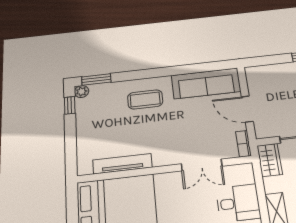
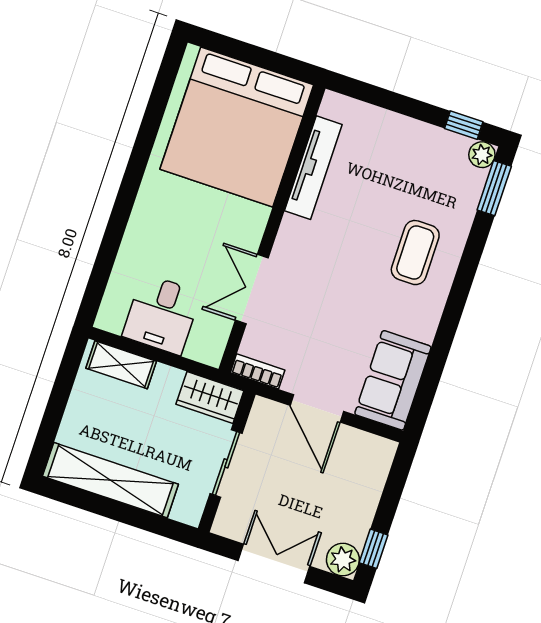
sofa: (206, 83) -> (393, 380), width x0.73
door: (247, 109) -> (317, 408), swing flipped

